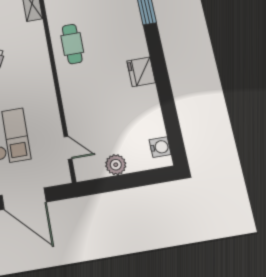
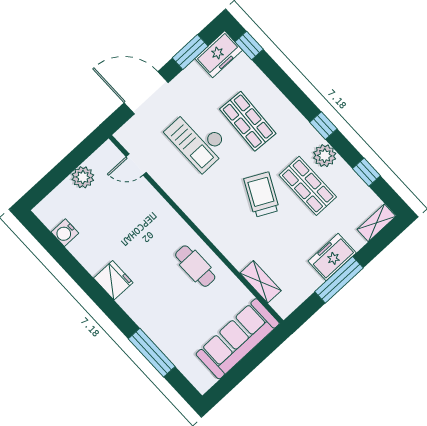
water cooler: (160, 147) -> (65, 233), moved

